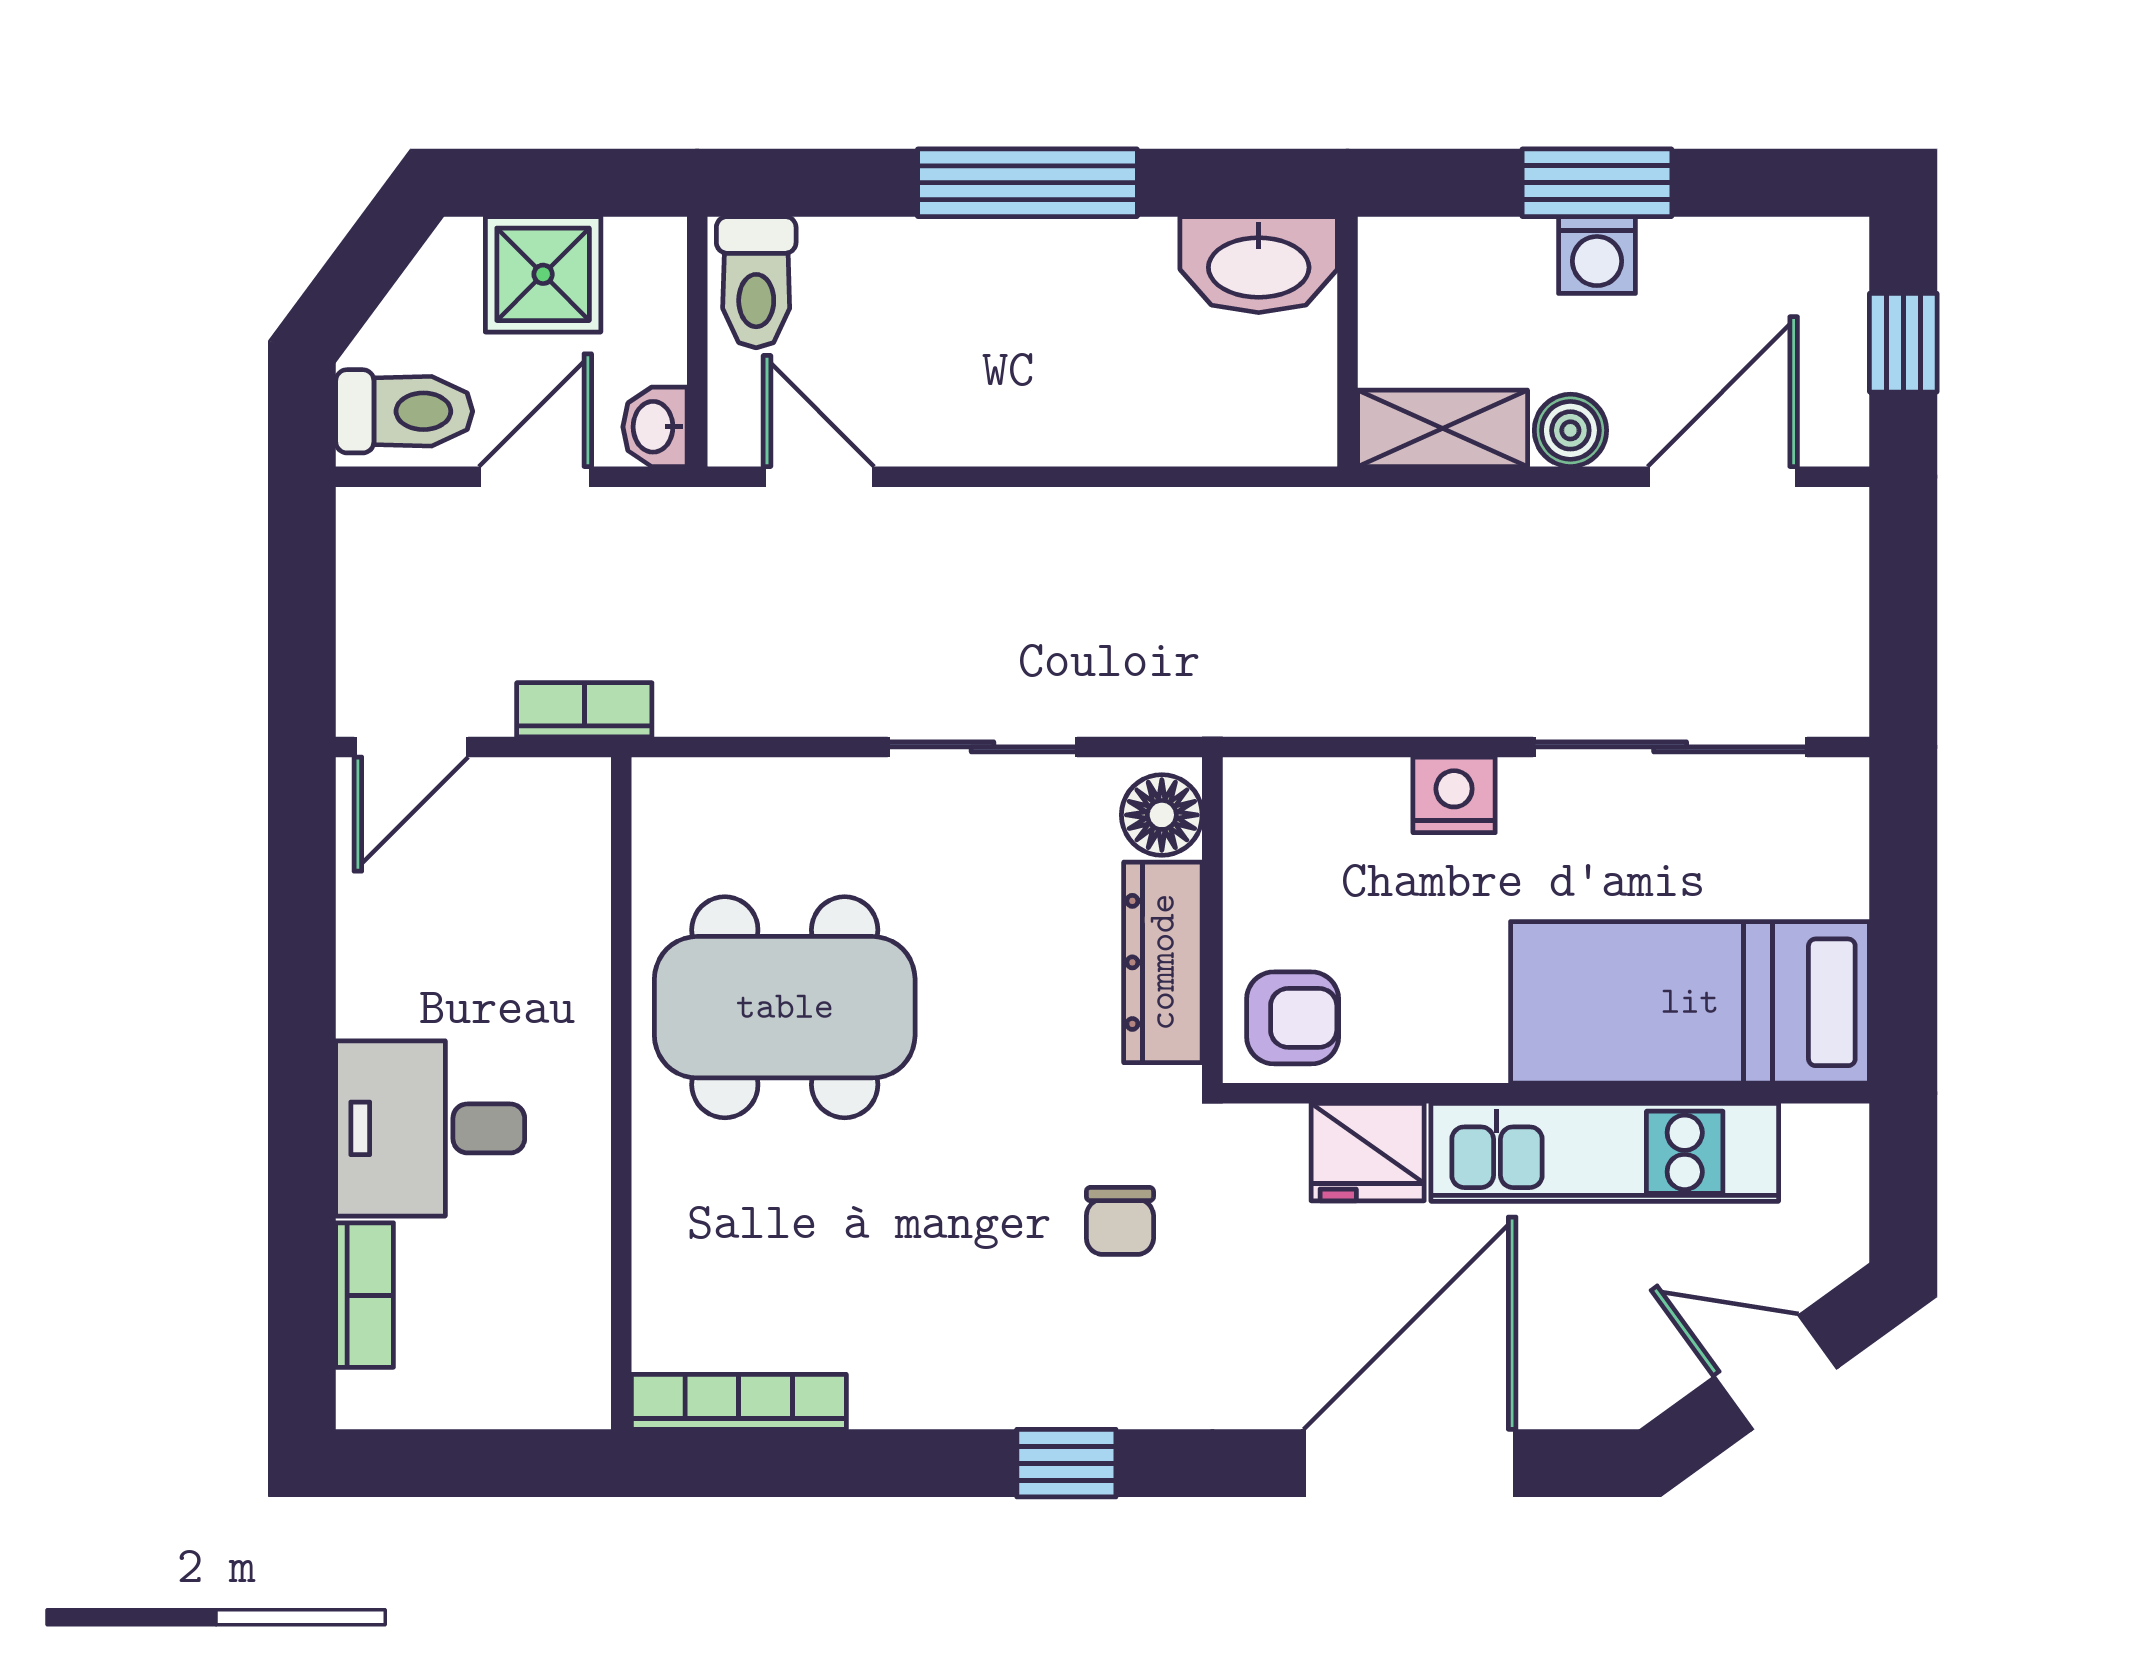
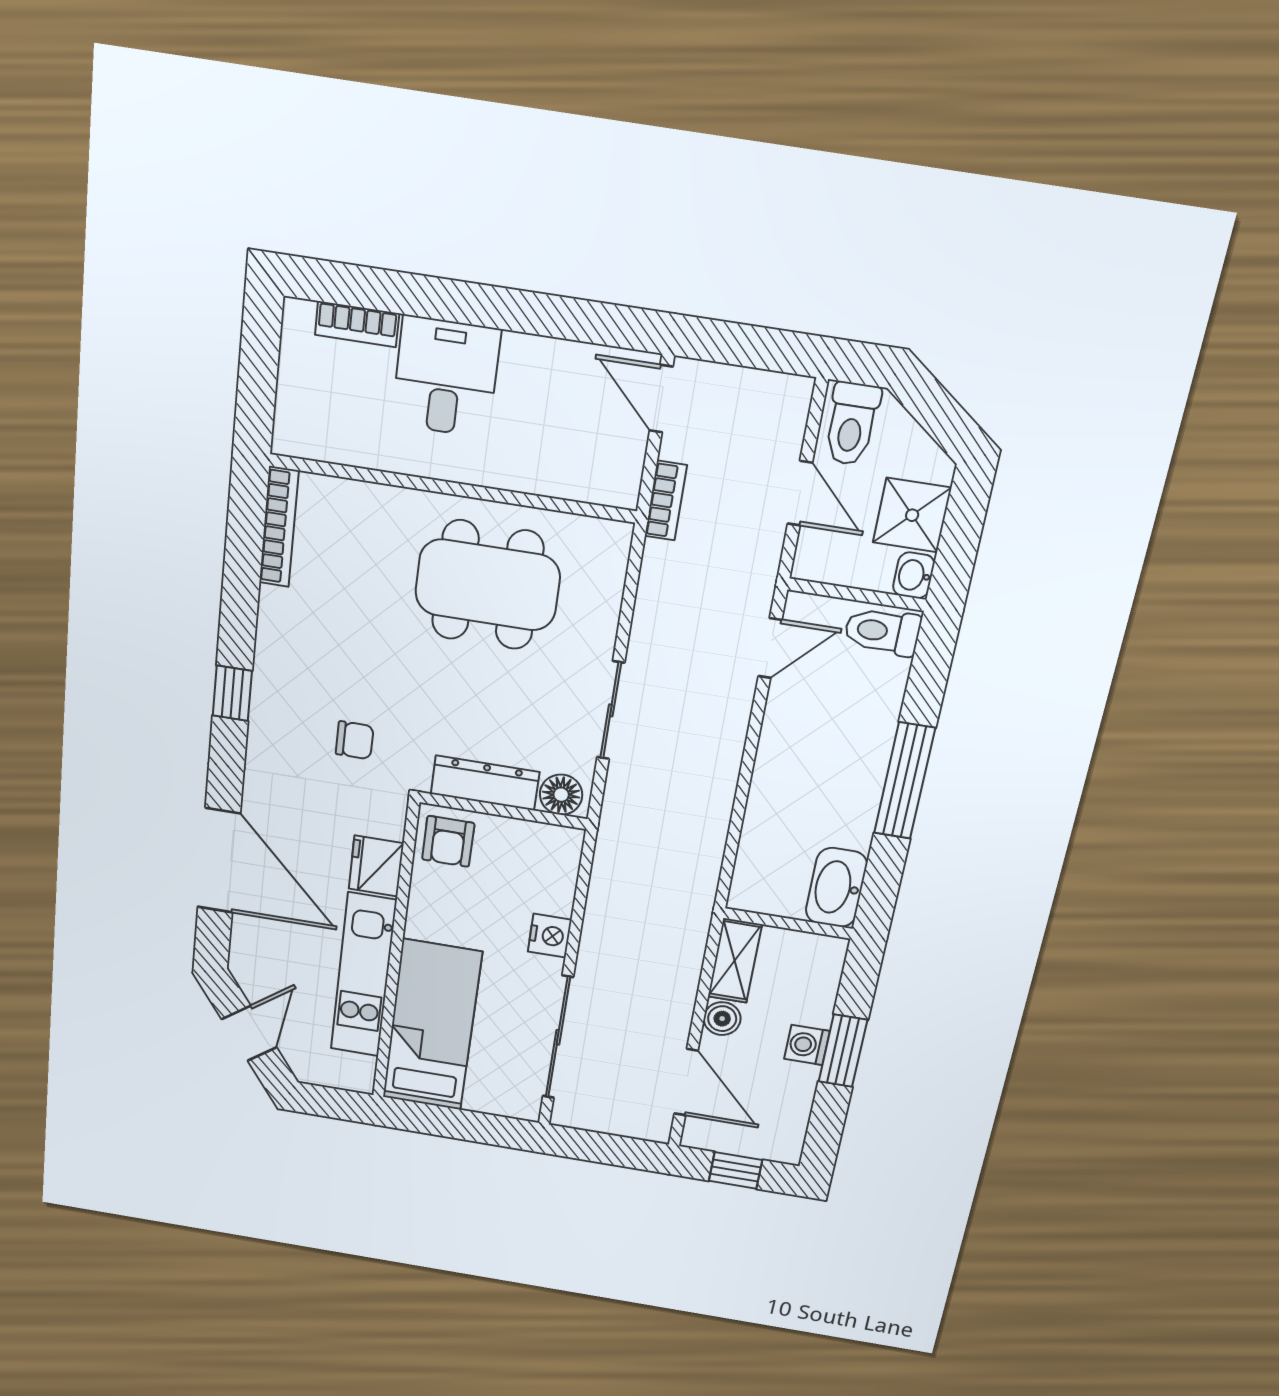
washbasin: (655, 427) -> (914, 575), moved, turned -90
dining table: (785, 1007) -> (488, 585), turned 90
chair: (1120, 1221) -> (355, 740), turned 180

